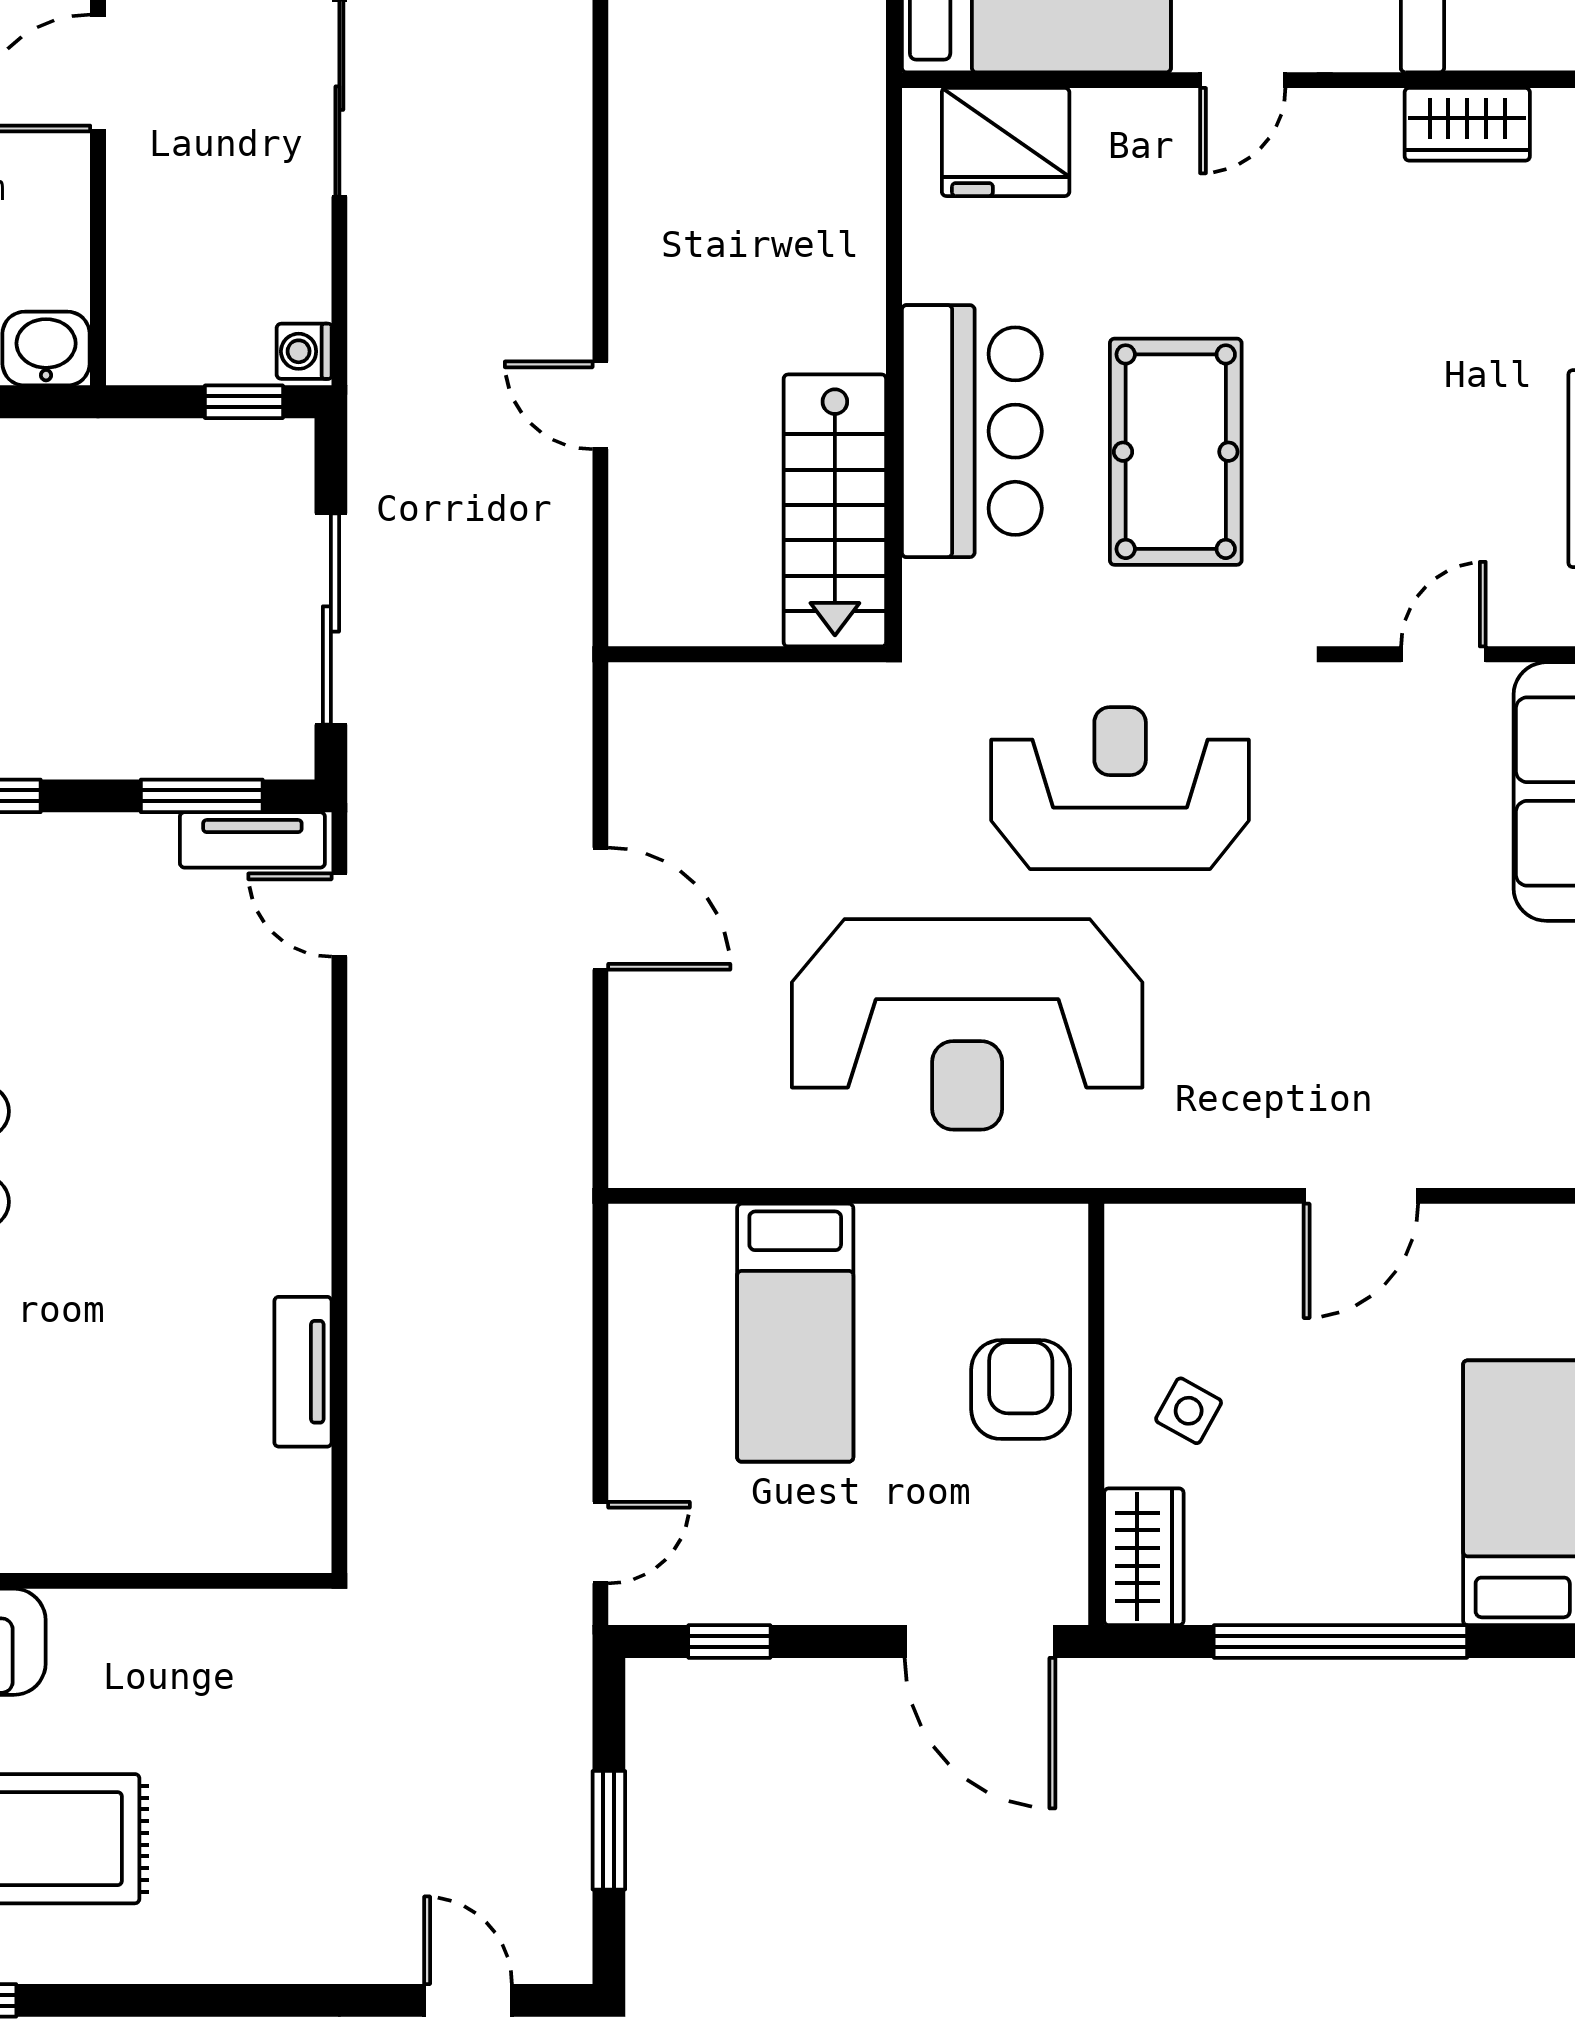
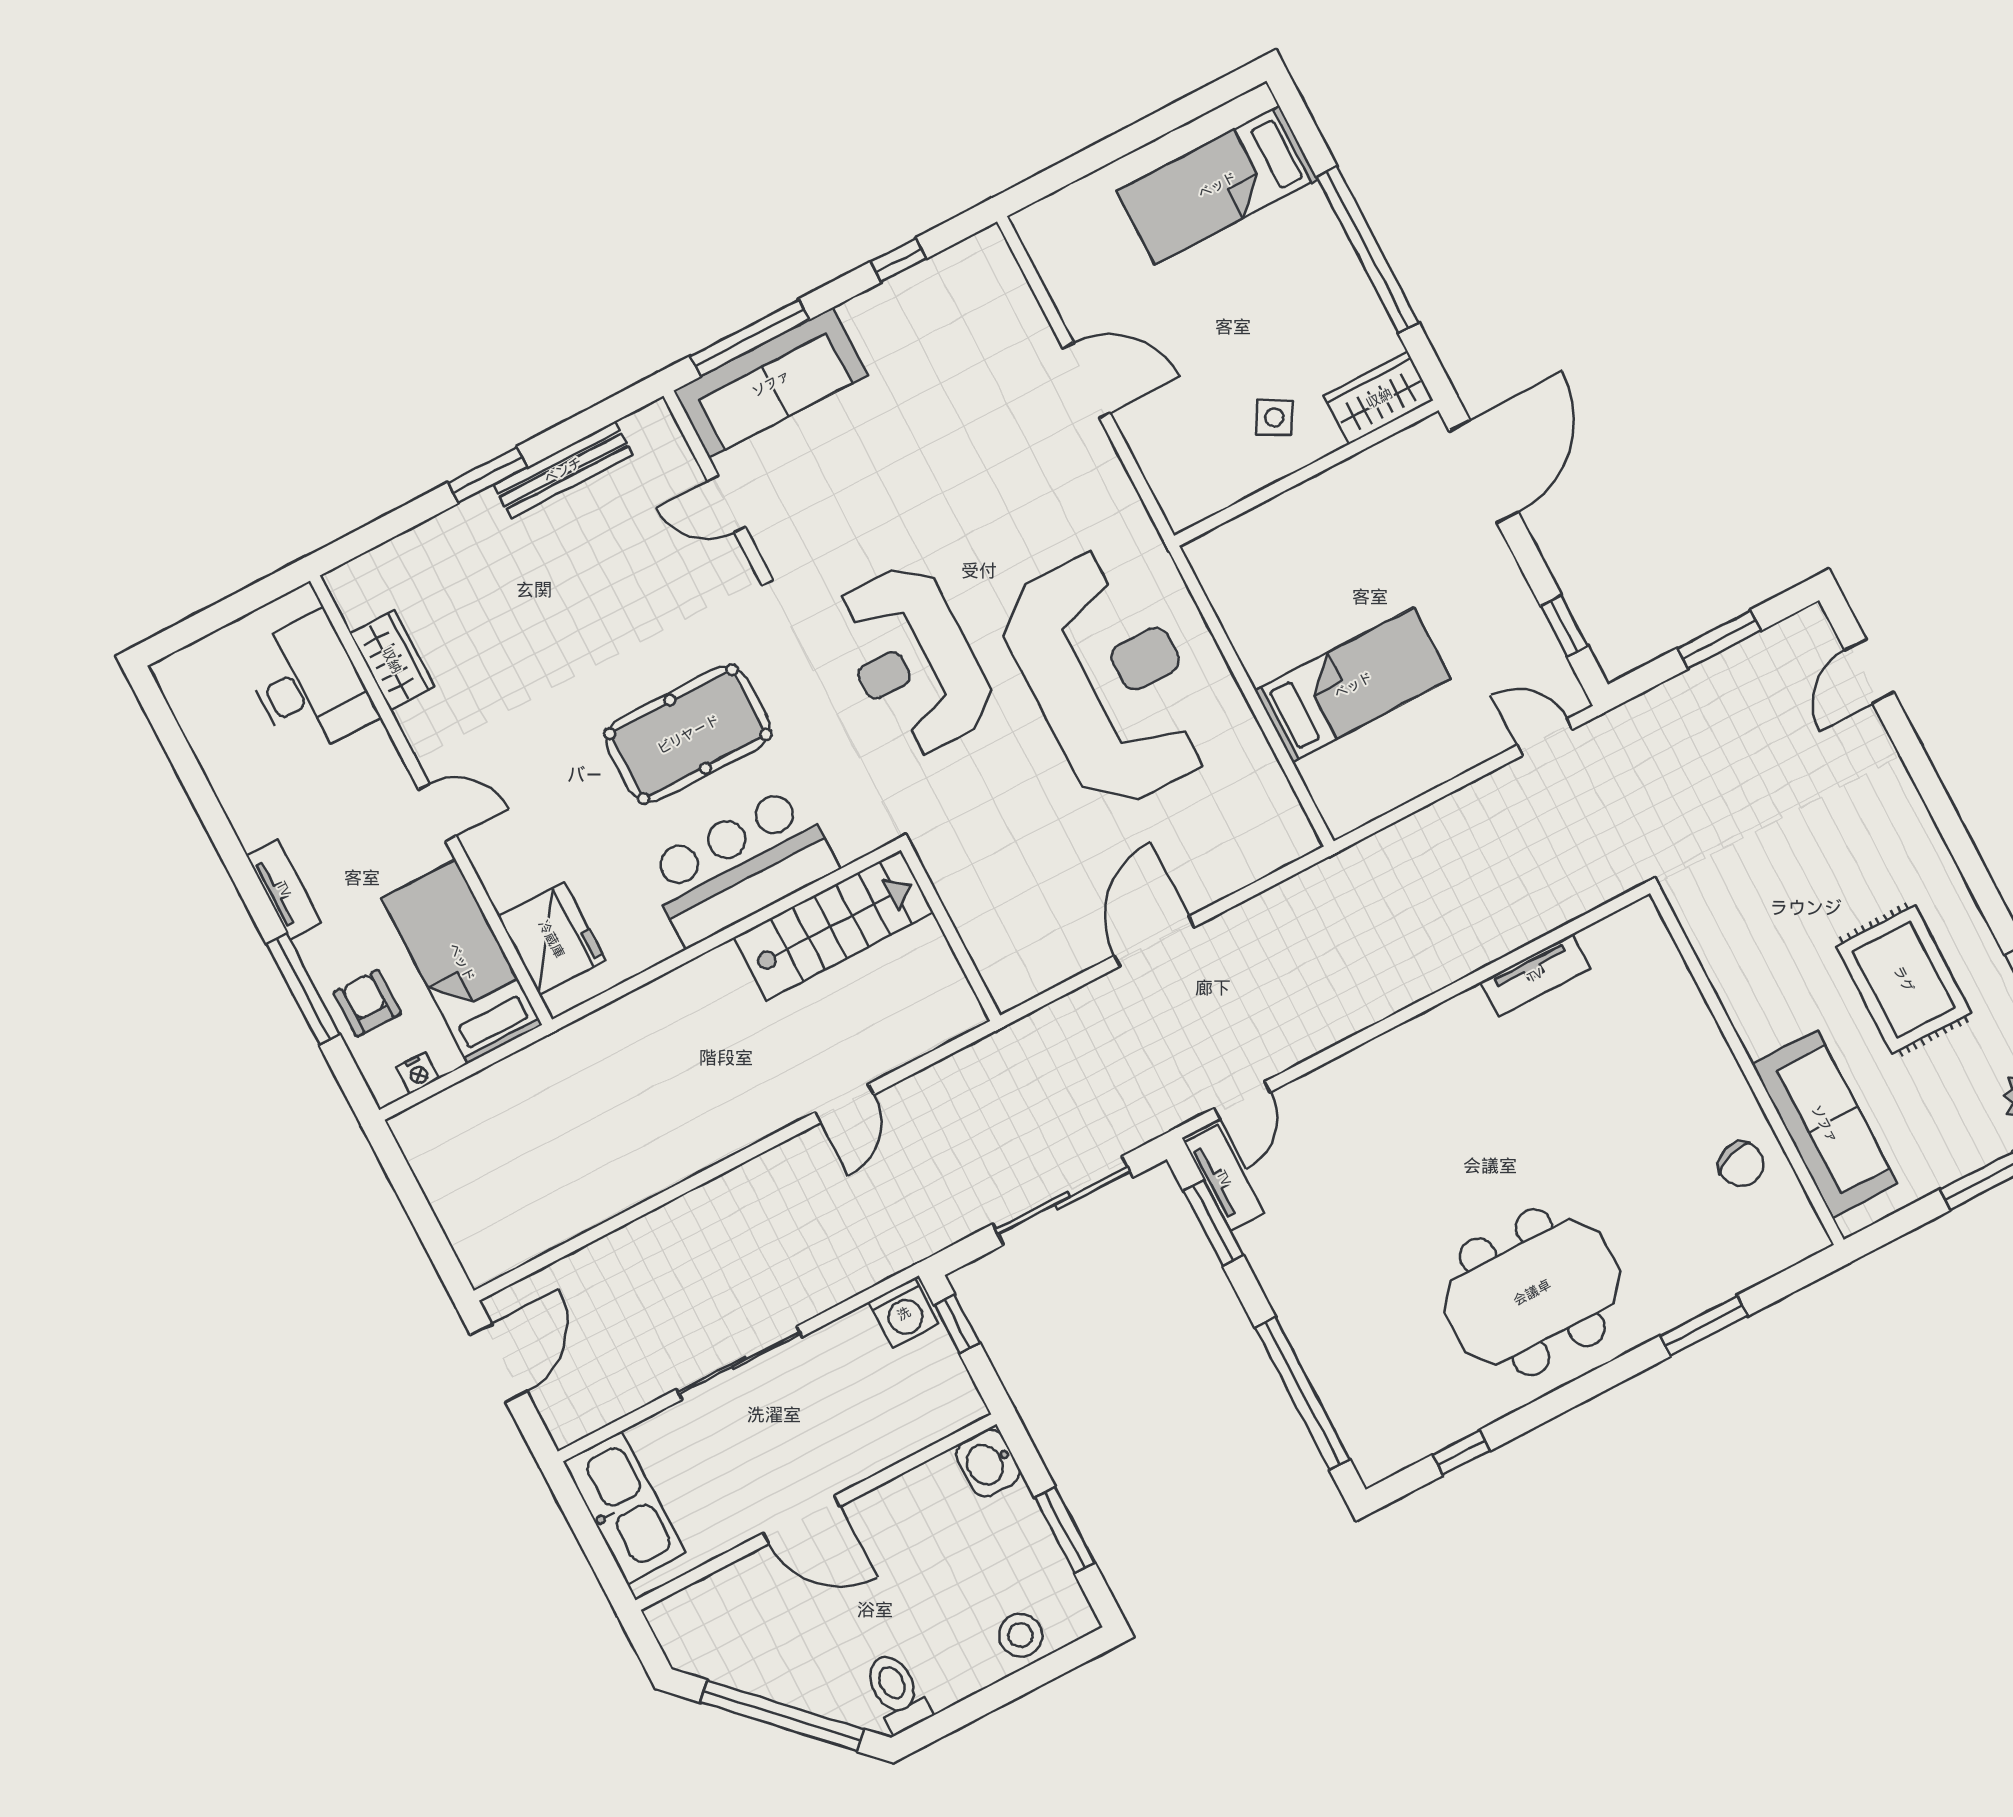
washing machine: (304, 351) -> (904, 1313), width x1.38, depth x1.38
armchair: (1021, 1390) -> (1315, 528), removed

